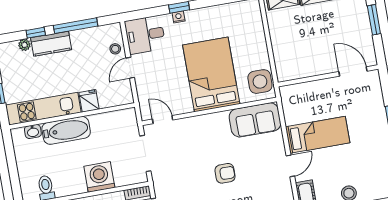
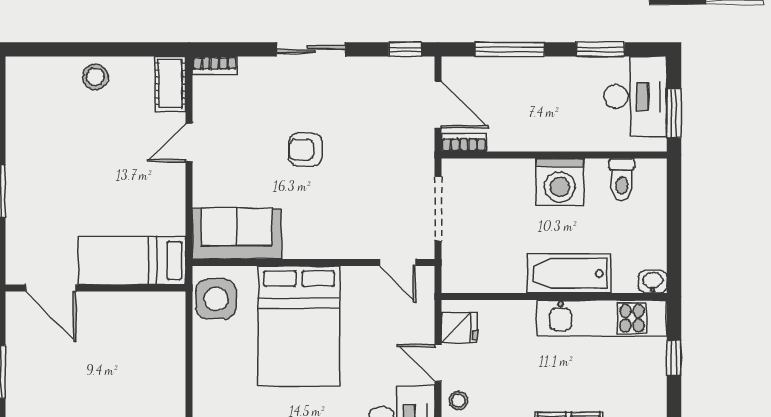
door: (130, 68) -> (438, 363), swing flipped
fridge: (89, 101) -> (459, 328), moved, turned -90
washbasin: (33, 131) -> (653, 282), moved
bed: (318, 135) -> (132, 261), moved
washing machine: (99, 177) -> (560, 182), moved

